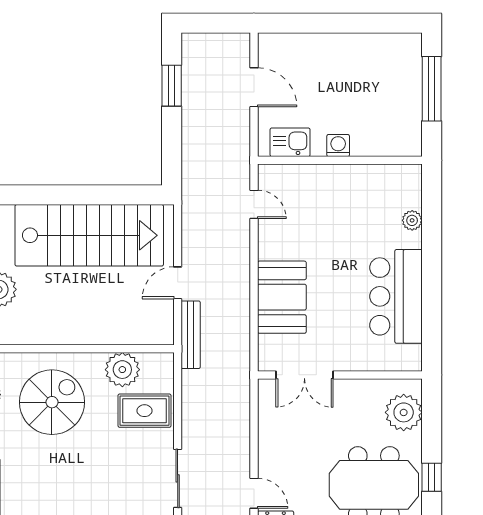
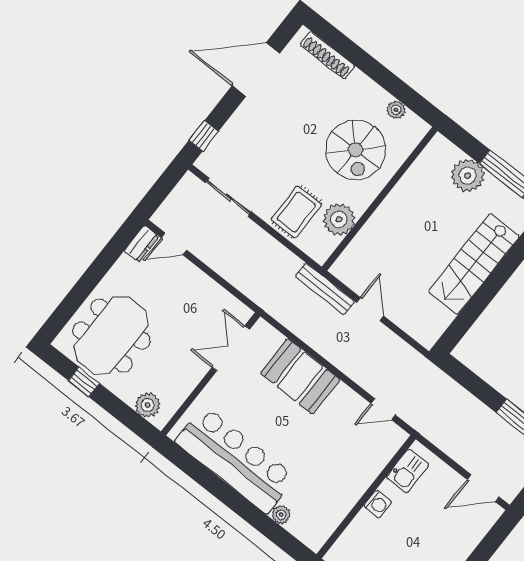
door: (254, 87) -> (483, 488), moved
stairs: (89, 235) -> (474, 264), width x0.73, depth x0.66
bar counter: (396, 296) -> (235, 460), width x1.36
plant: (404, 412) -> (148, 405), width x0.73, depth x0.73

